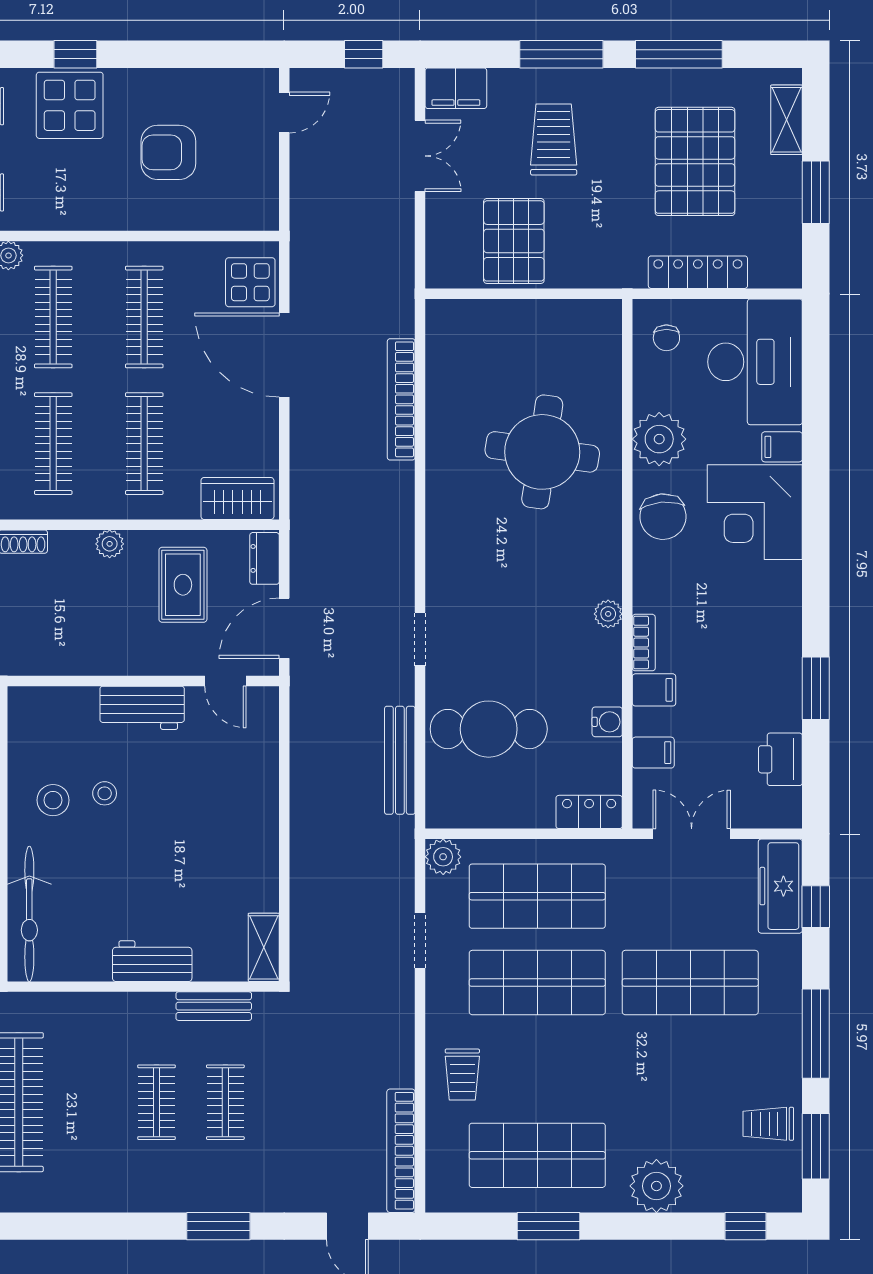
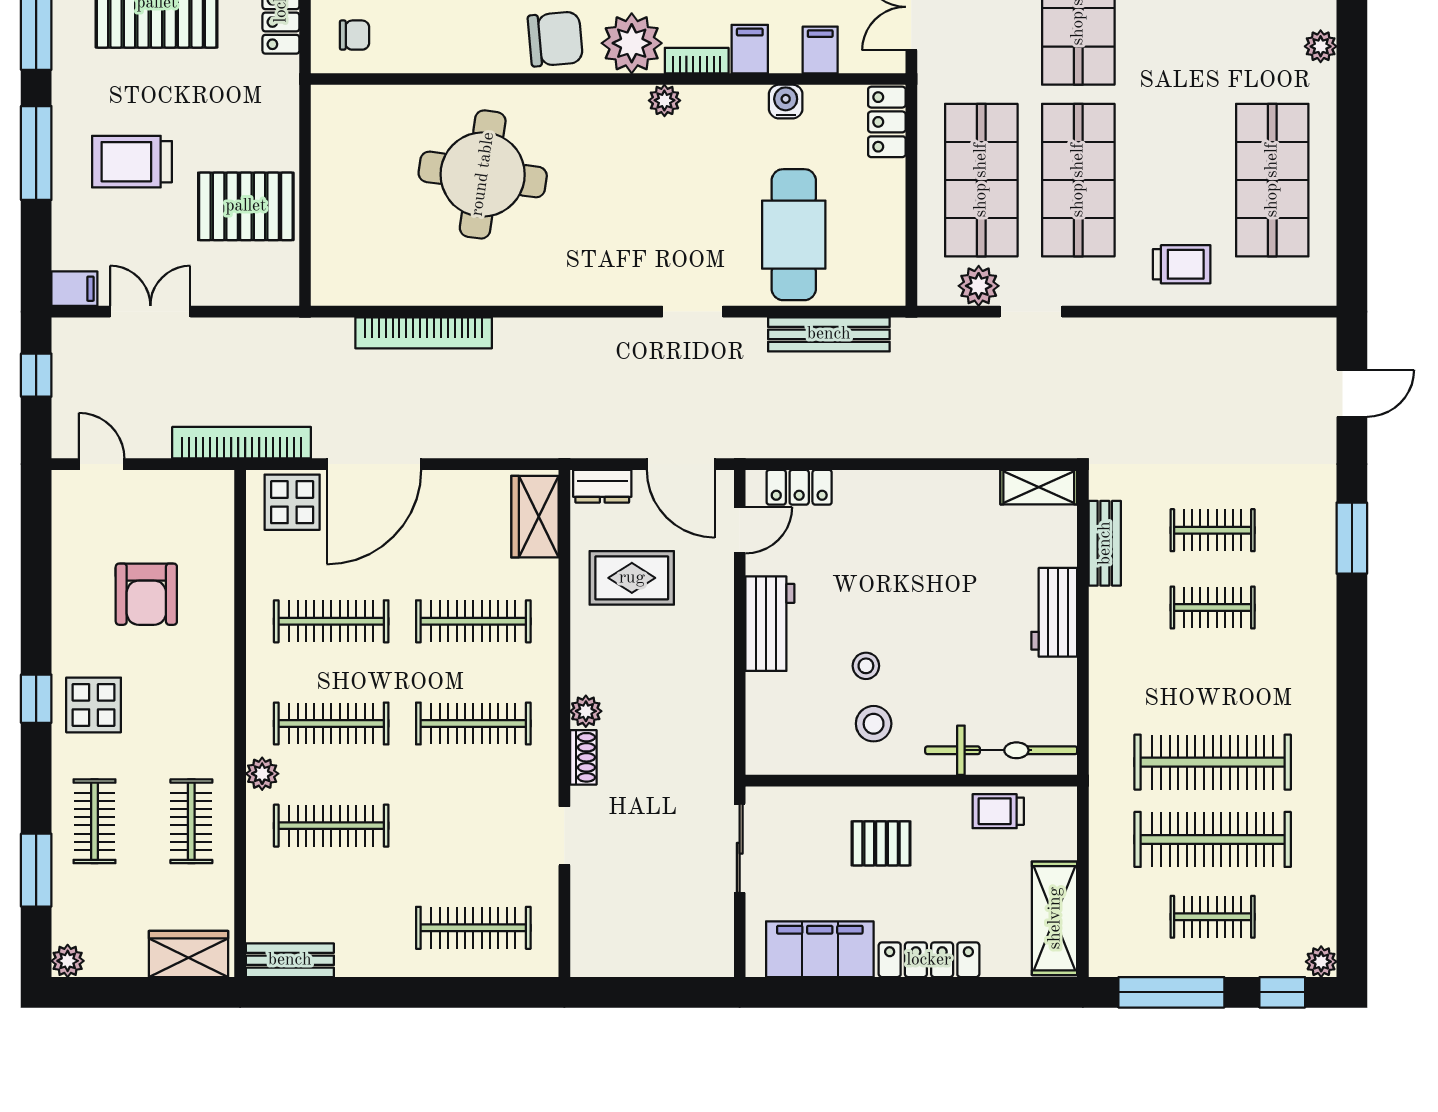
filing cabinet: (456, 88) -> (74, 289), width x0.50
display table: (70, 105) -> (94, 705), width x0.73, depth x0.73
plant: (659, 439) -> (632, 43), moved
plant: (110, 544) -> (586, 711), moved
locker: (264, 734) -> (799, 487), added
plant: (443, 857) -> (979, 286), moved
bookcase: (401, 1151) -> (242, 443), moved, turned 180
plant: (656, 1186) -> (1321, 46), width x0.53, depth x0.53
window: (548, 1226) -> (1352, 168), removed

